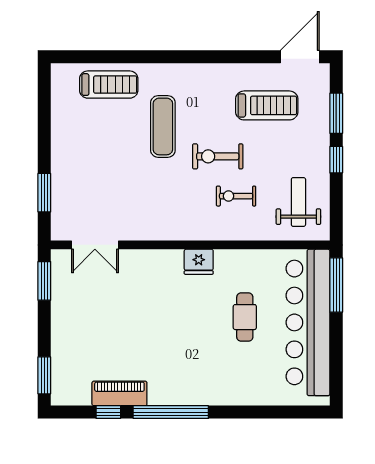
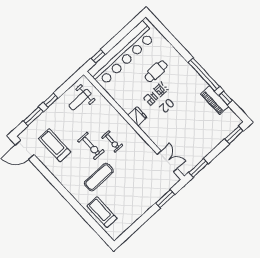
exercise bike: (236, 196) -> (112, 141), moved
window: (336, 285) -> (98, 56), width x0.46
cafe table: (245, 317) -> (156, 71), moved

